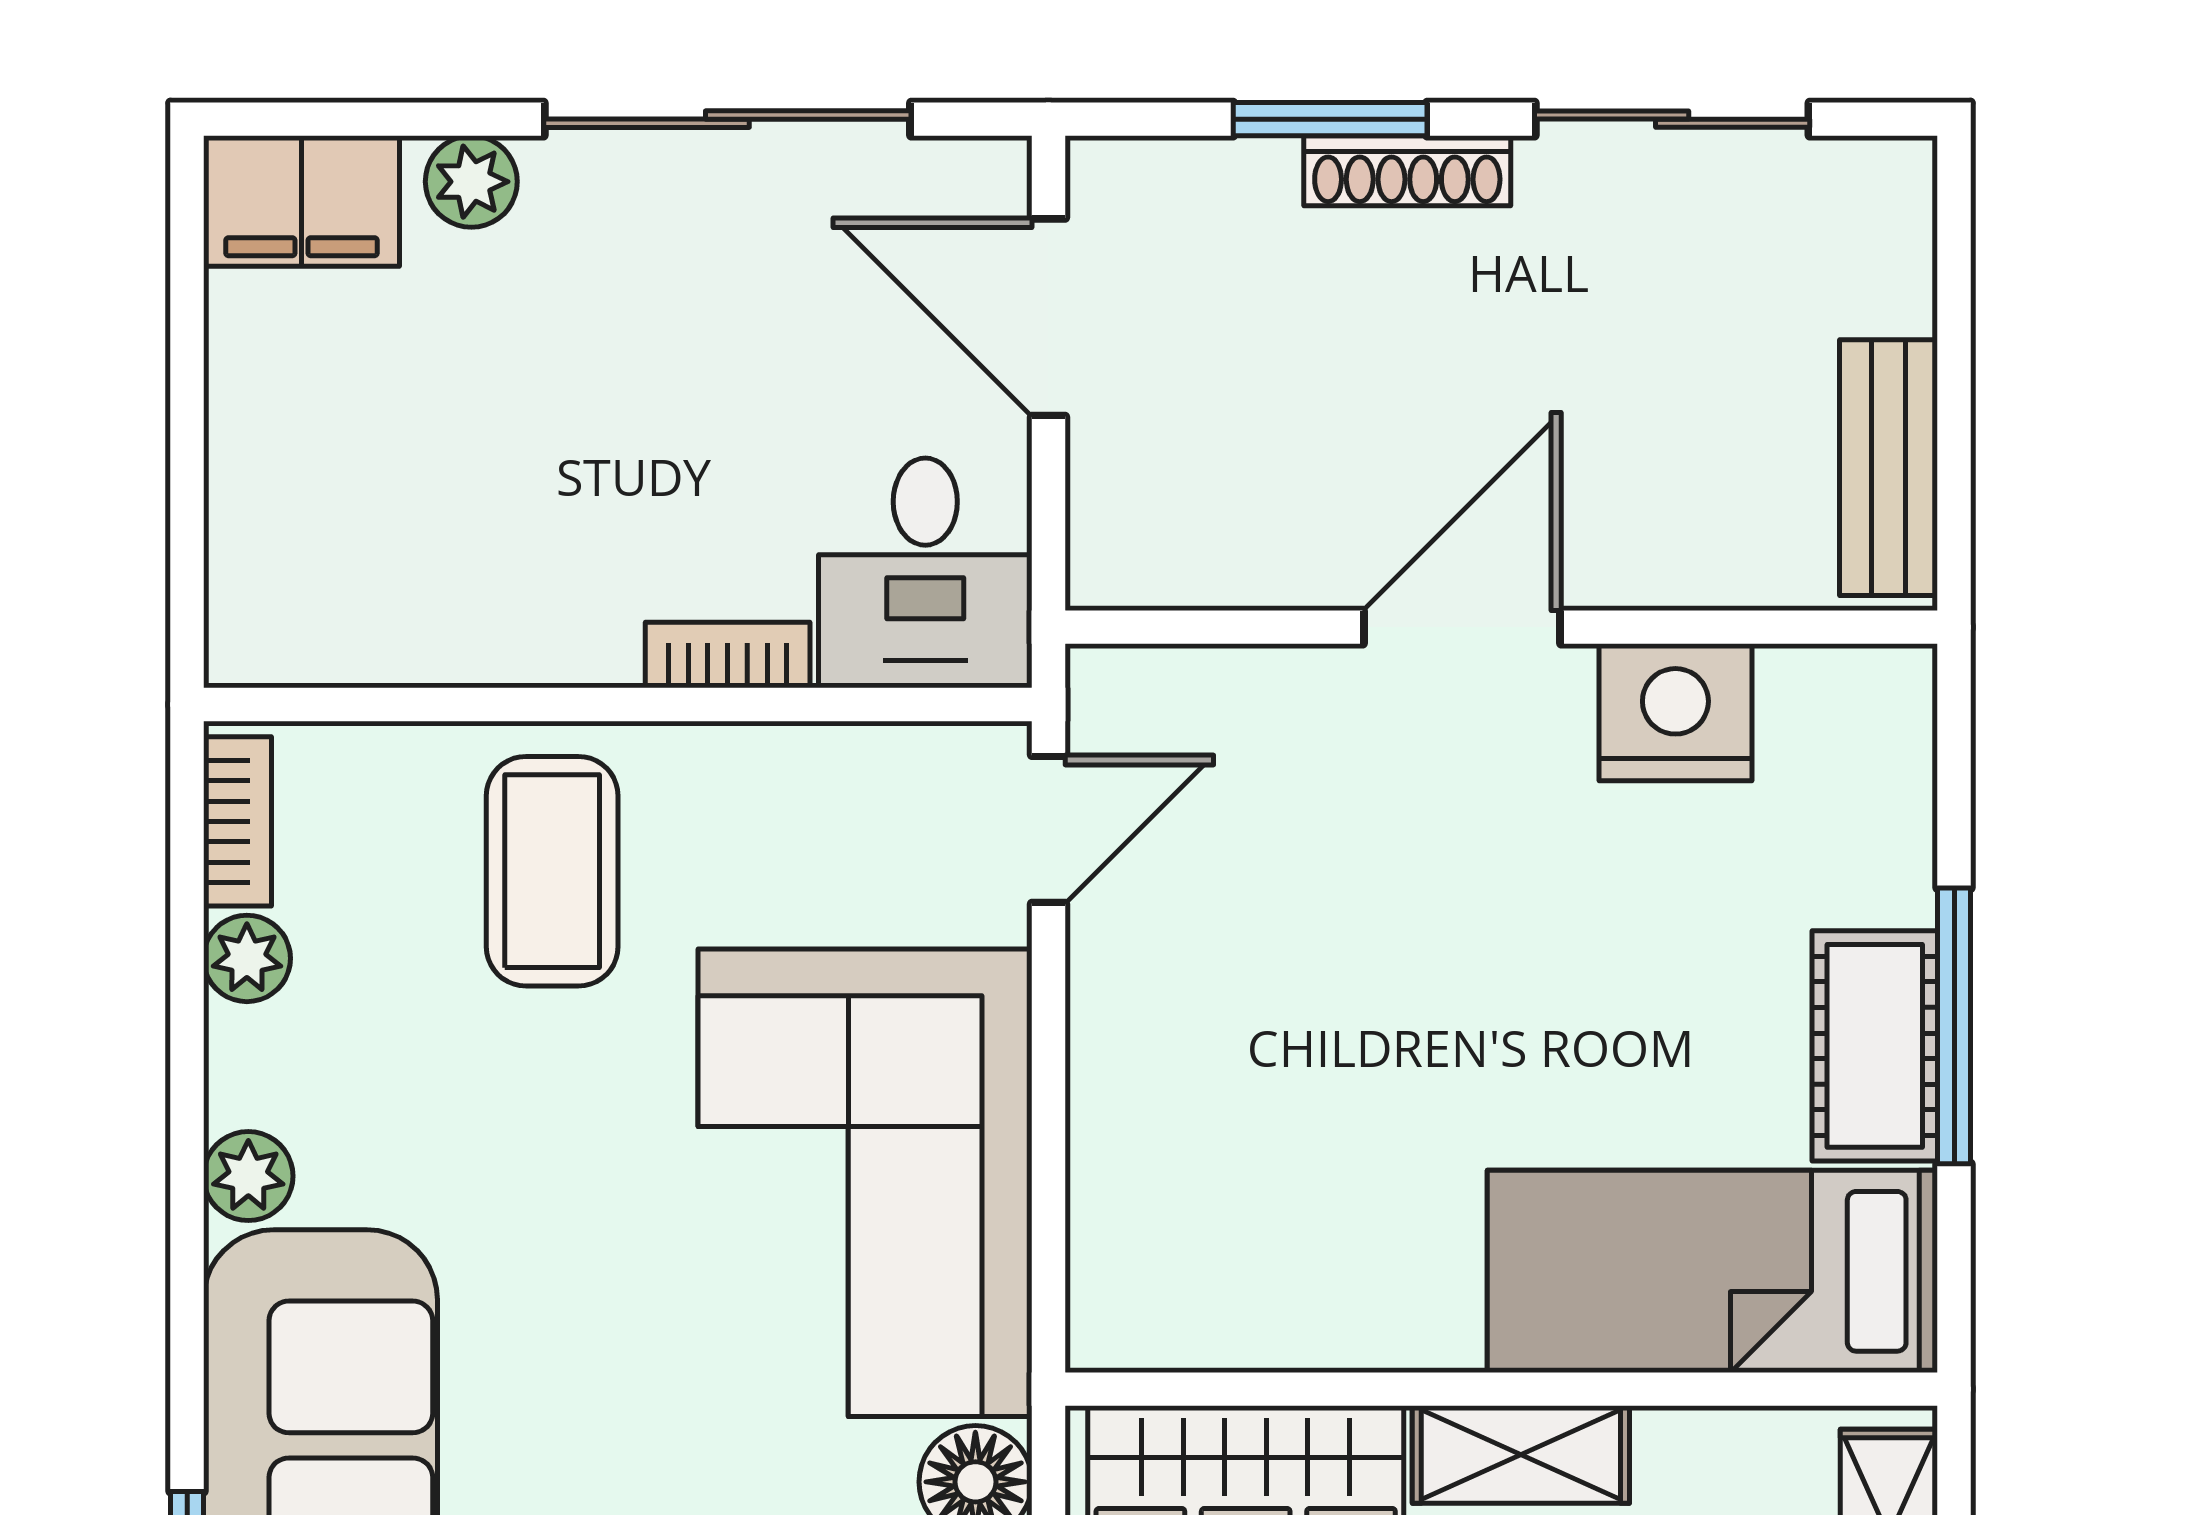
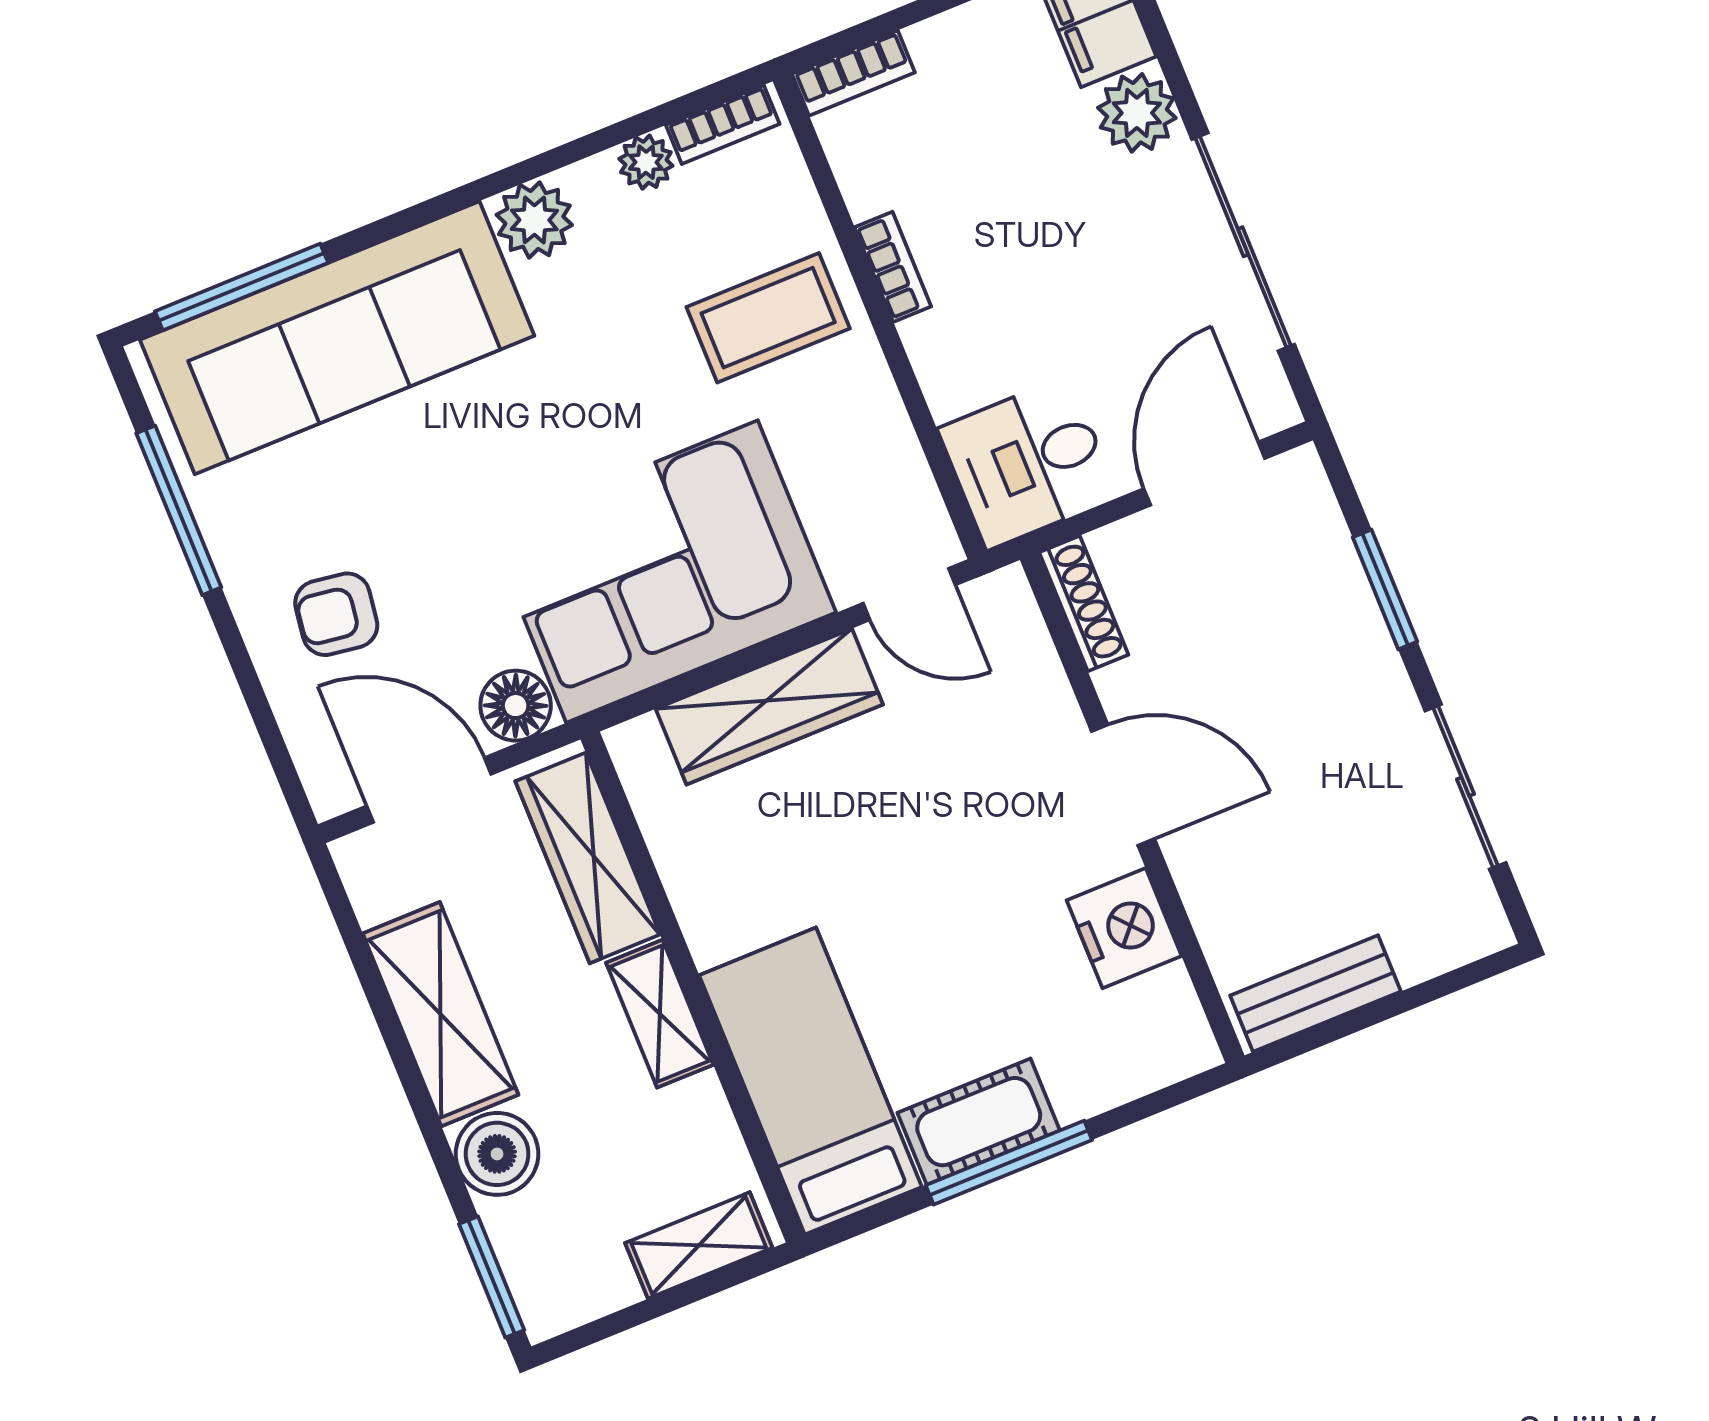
shoe rack: (1407, 171) -> (1084, 604), moved, turned 180
plant: (471, 182) -> (1137, 113), width x1.38, depth x1.38
bookcase: (240, 596) -> (853, 73), added
bookcase: (728, 655) -> (893, 267), moved
wardrobe: (1131, 1106) -> (769, 707), added
plant: (248, 1176) -> (534, 220), width x1.38, depth x1.38

